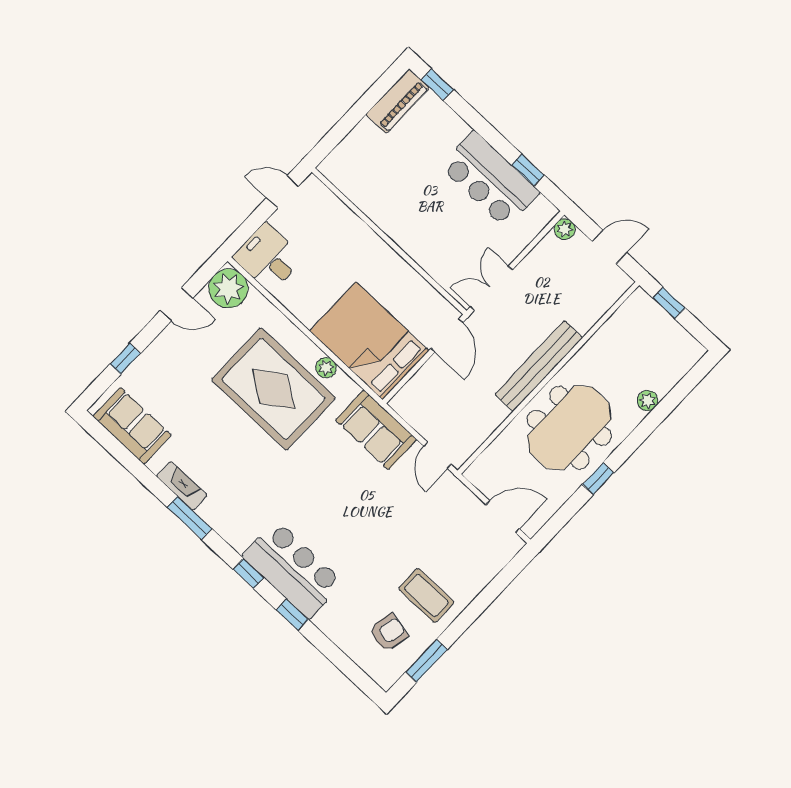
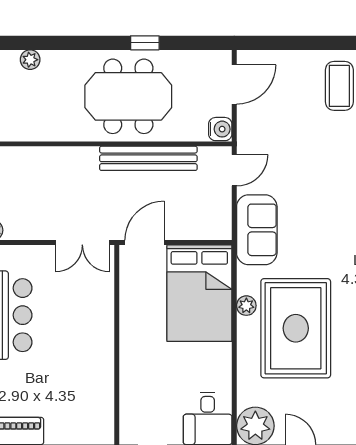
bench: (539, 366) -> (148, 158), moved
plant: (648, 401) -> (30, 60), moved
water cooler: (479, 474) -> (220, 129), added
door: (503, 517) -> (234, 84), swing flipped

